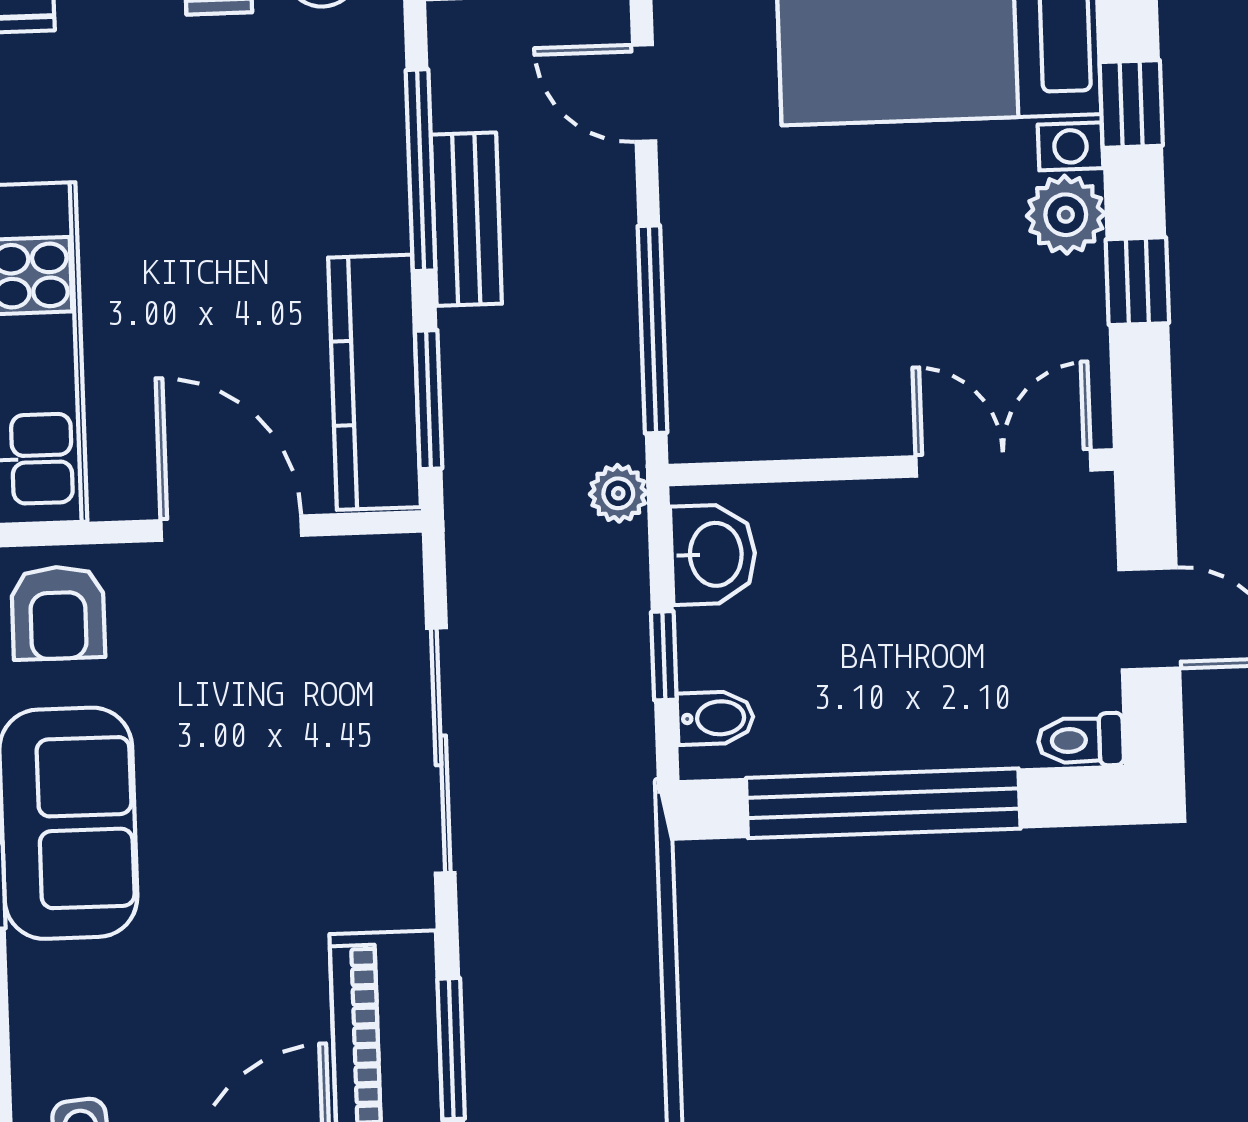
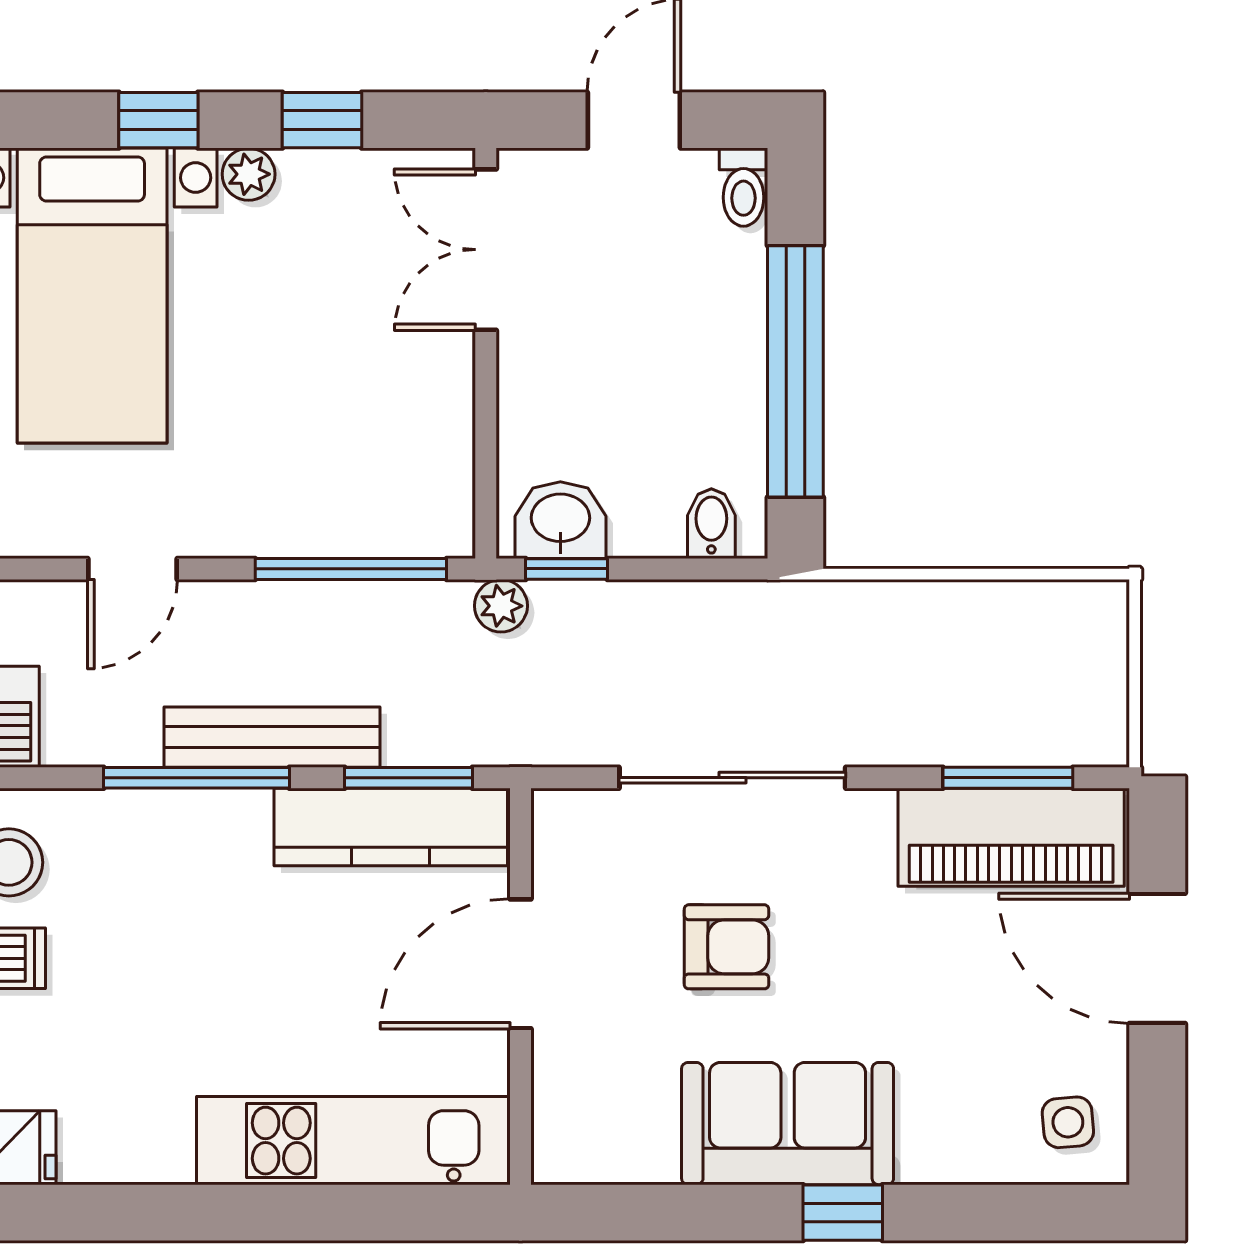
plant: (1066, 215) -> (249, 174), width x0.73, depth x0.73
bench: (466, 219) -> (272, 737), width x1.36
armchair: (58, 613) -> (726, 947), moved
window: (664, 656) -> (567, 569), moved

